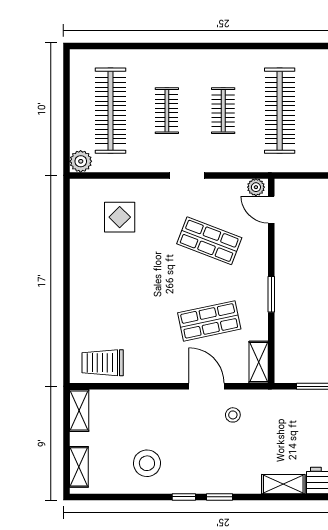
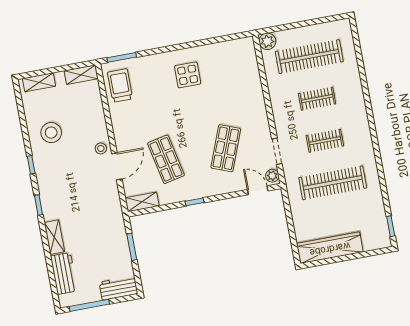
doorway: (187, 175) -> (277, 151), moved
door: (271, 210) -> (258, 190), hinge flipped
display table: (120, 217) -> (188, 75), moved
window: (271, 294) -> (194, 202), width x0.67
window: (67, 354) -> (122, 57), added
stool: (233, 415) -> (101, 148), moved
window: (220, 497) -> (39, 205), moved

